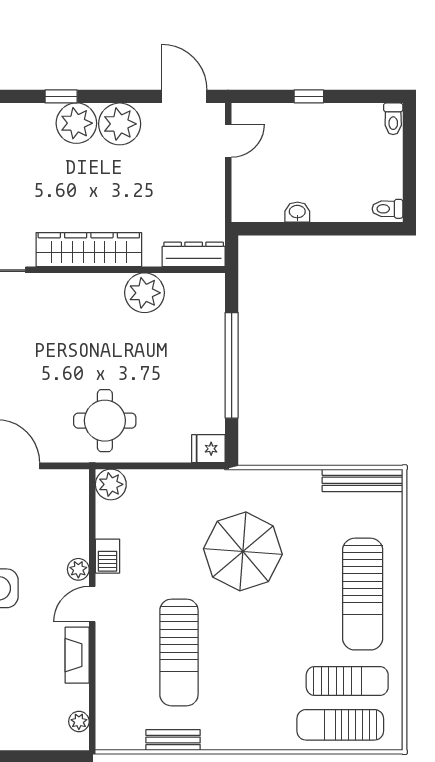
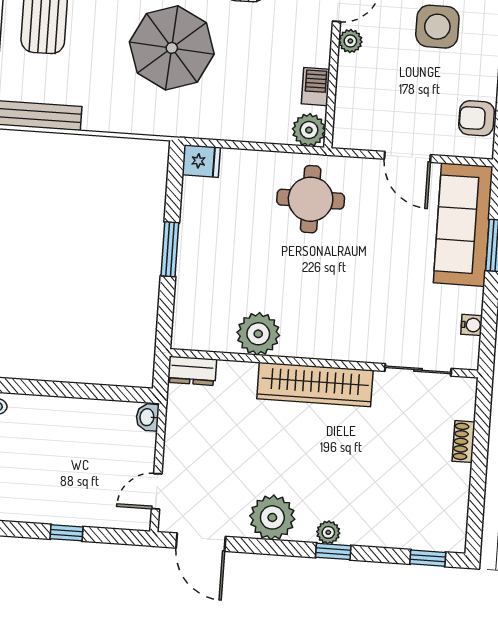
plant: (76, 123) -> (328, 532), width x0.53, depth x0.53
washbasin: (297, 212) -> (148, 417), moved, turned 90
dresser: (194, 254) -> (192, 371), width x0.70
window: (232, 365) -> (170, 249), width x0.47
barbecue: (108, 556) -> (316, 87), moved

